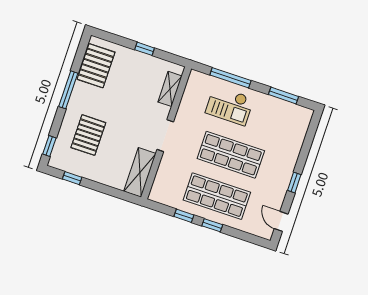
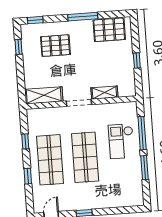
shelving: (170, 89) -> (104, 93), moved
window: (283, 96) -> (145, 168), moved
window: (212, 225) -> (28, 176), moved

